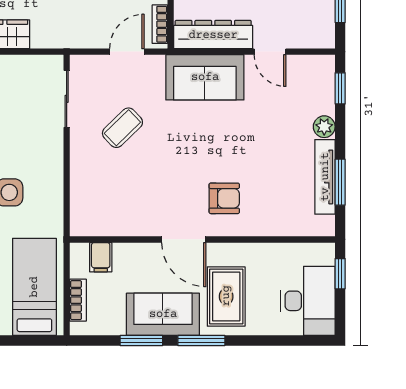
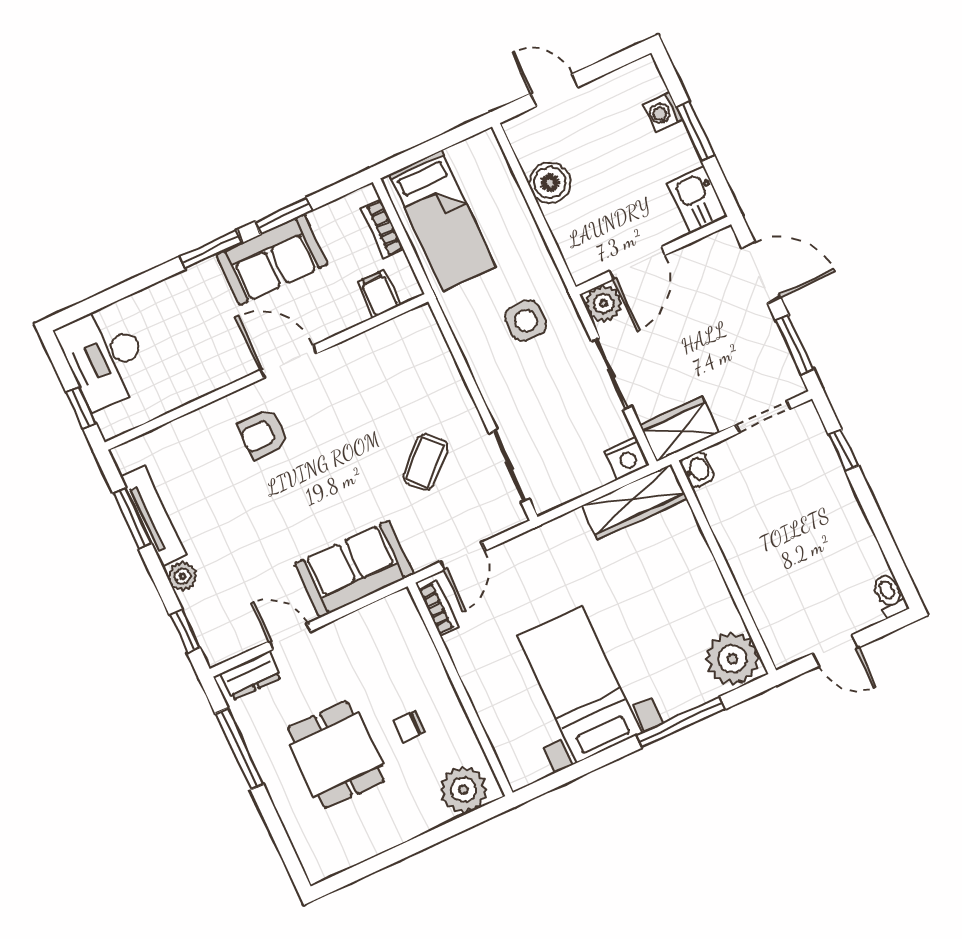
dresser: (213, 35) -> (251, 676), moved, width x0.51, depth x0.80
rug: (226, 296) -> (206, 317), removed

